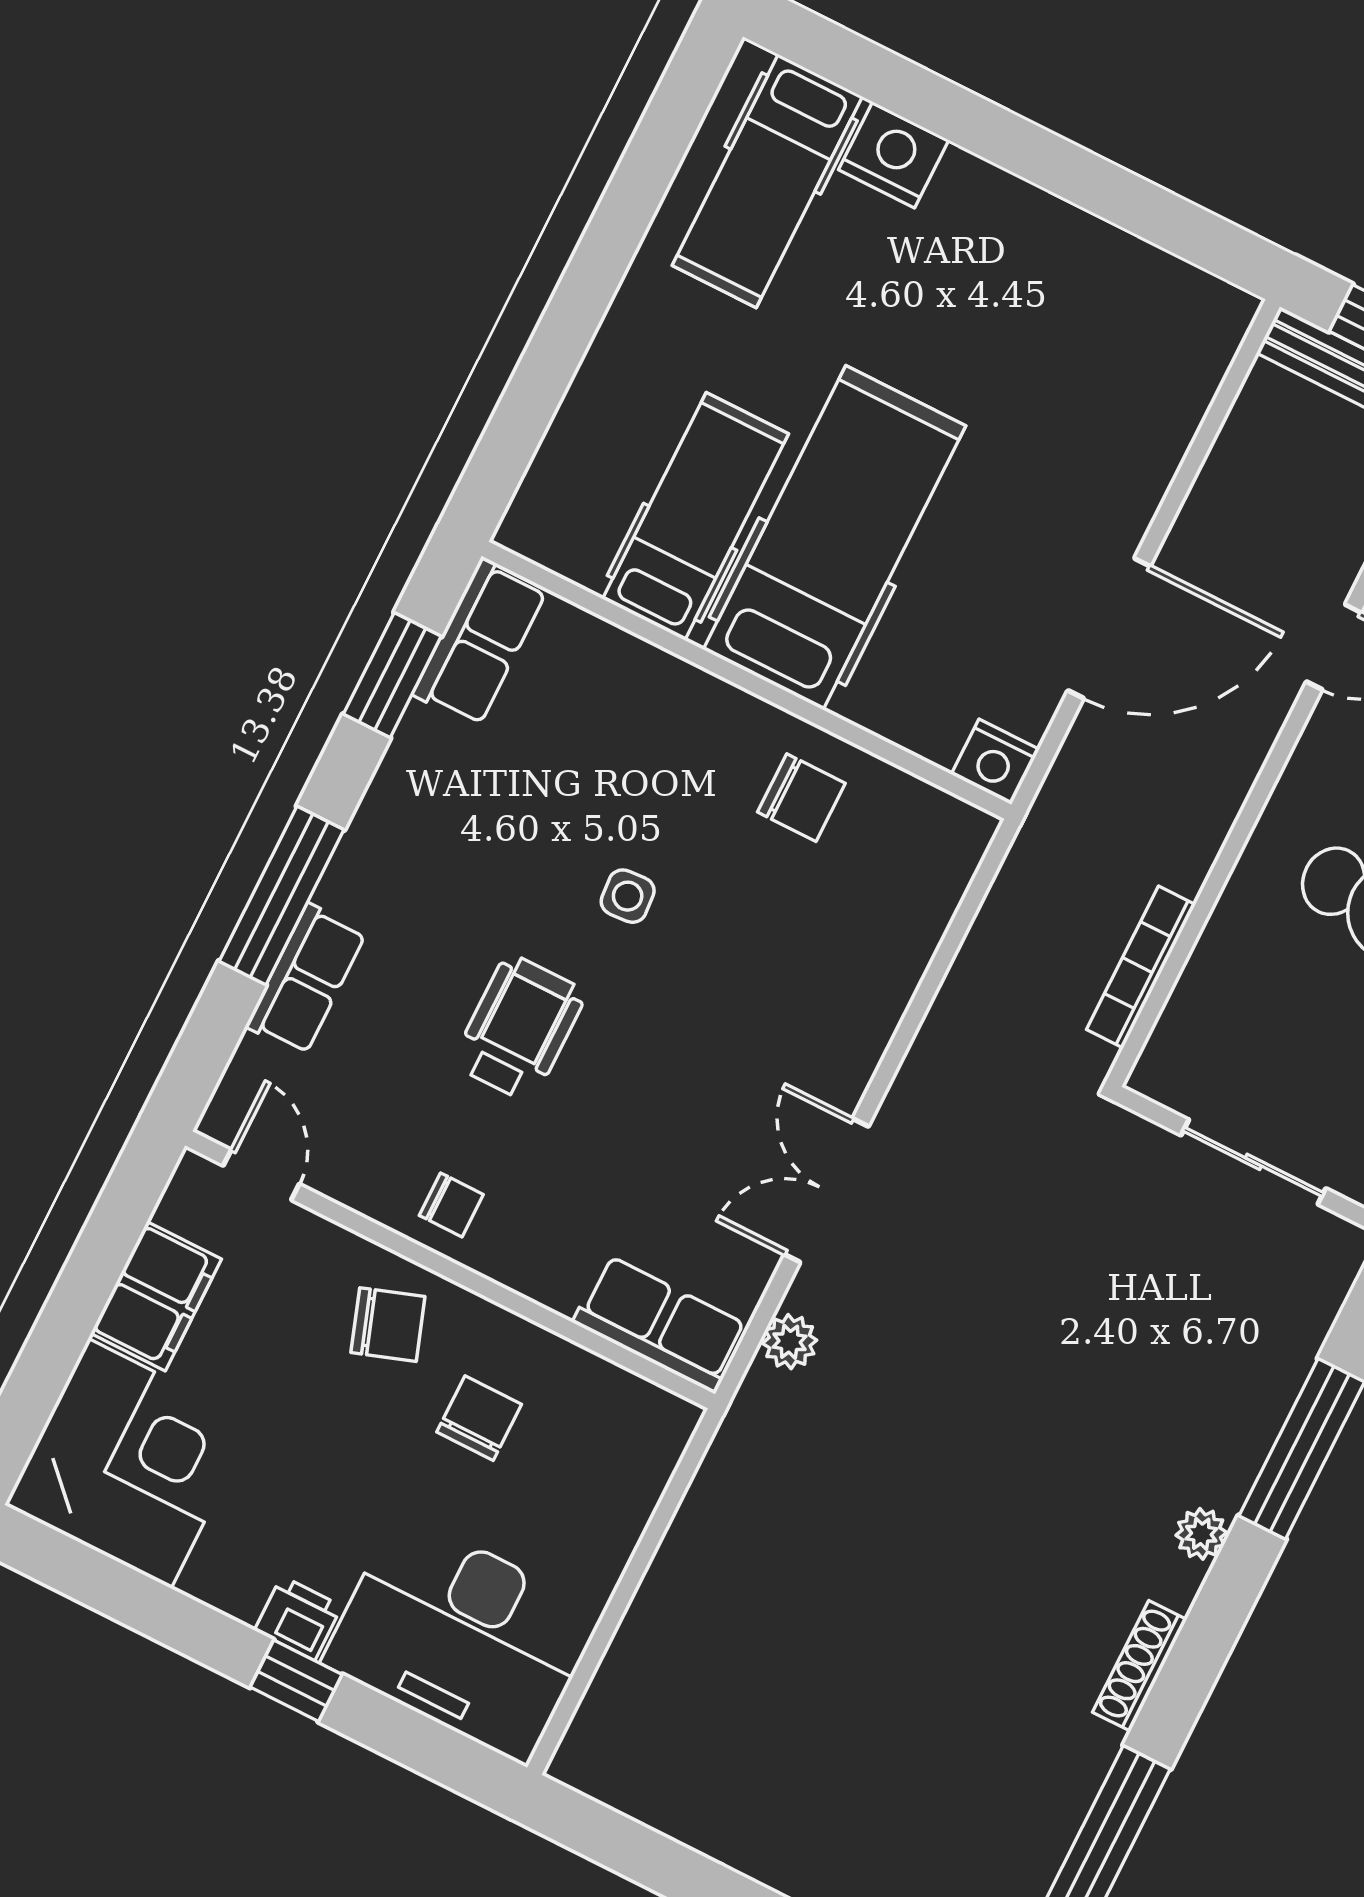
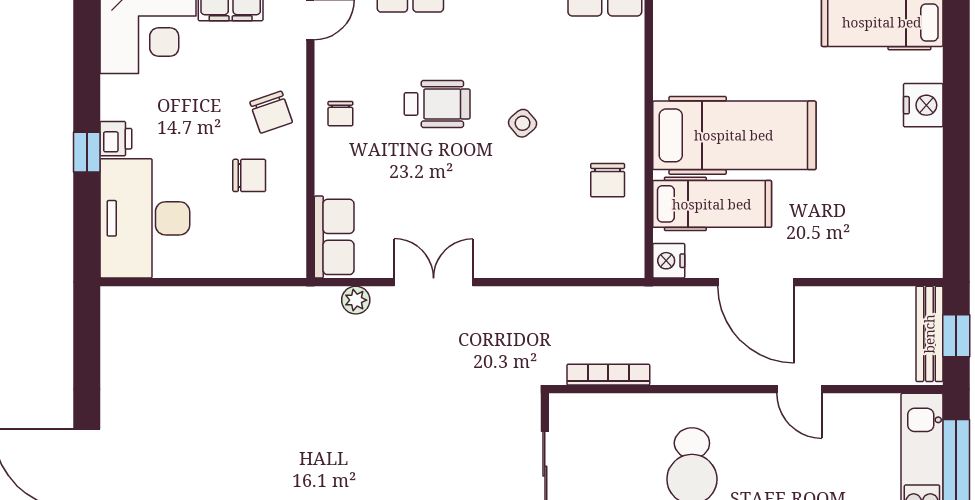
nightstand: (894, 155) -> (923, 105), moved
hospital bed: (695, 516) -> (712, 204), moved
side table: (628, 896) -> (523, 123), turned -36

